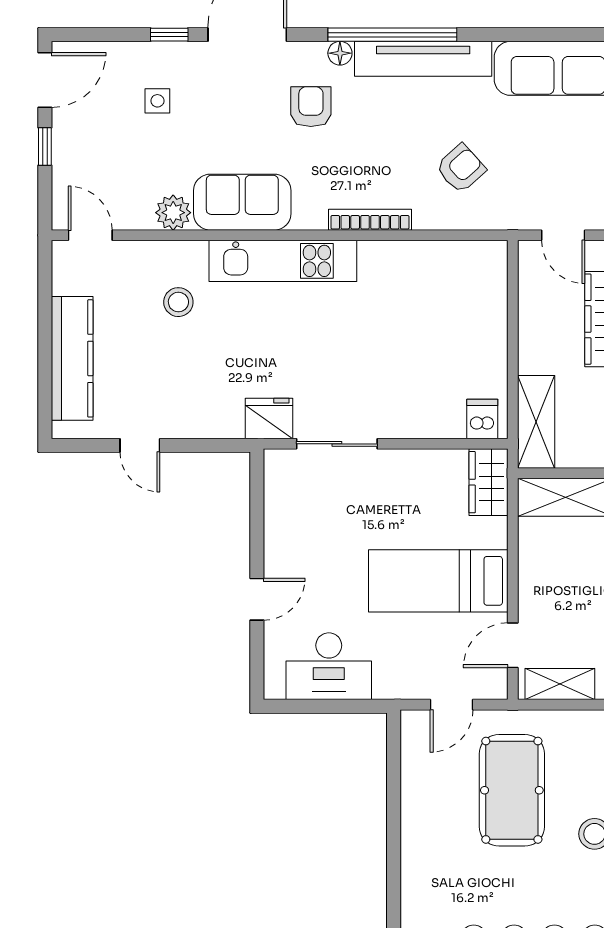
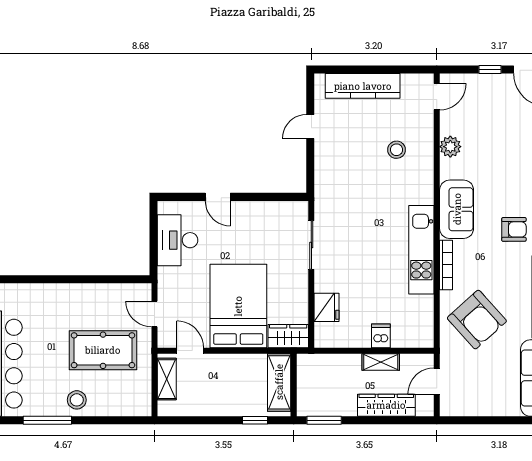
side table: (157, 101) -> (517, 137), removed
armchair: (461, 168) -> (477, 320), width x1.88, depth x1.88
sofa: (242, 202) -> (457, 209), moved
kitchen unit: (283, 261) -> (421, 250), moved
fridge: (269, 419) -> (326, 307), moved
dishwasher: (482, 419) -> (381, 336), moved, turned -90
shelving: (536, 422) -> (381, 362), moved, width x0.67, depth x0.75
bed: (438, 581) -> (238, 306), width x1.50

